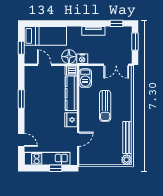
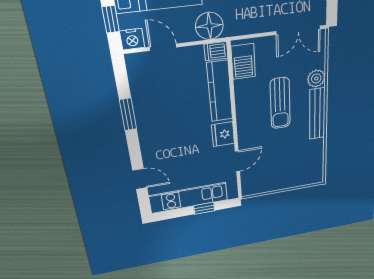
nightstand: (82, 59) -> (132, 39), moved
bench: (127, 137) -> (317, 114), moved
plant: (127, 160) -> (316, 78), moved

